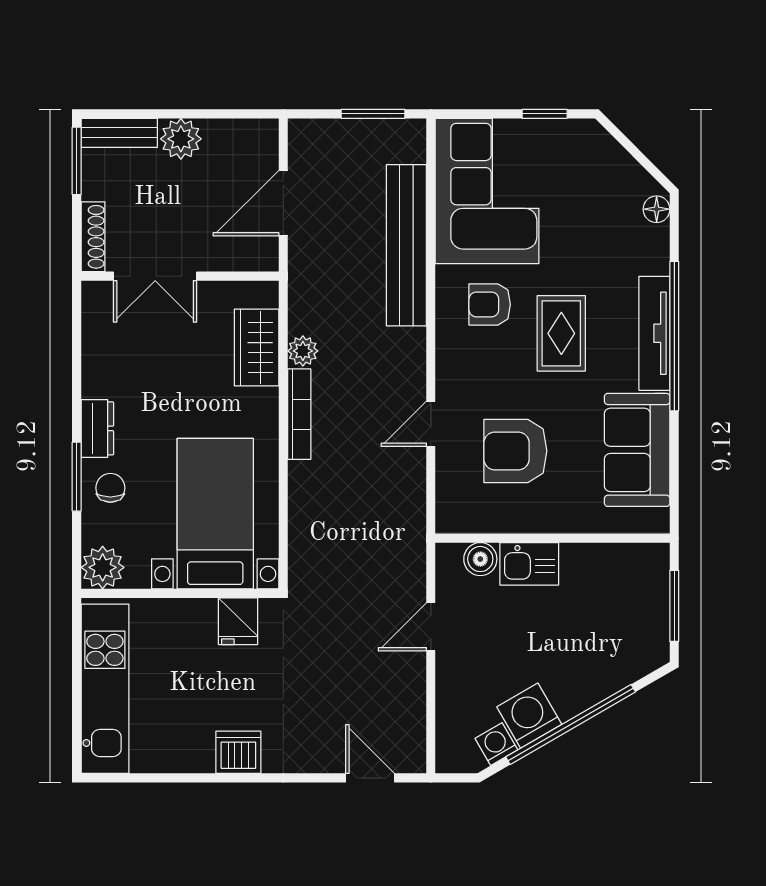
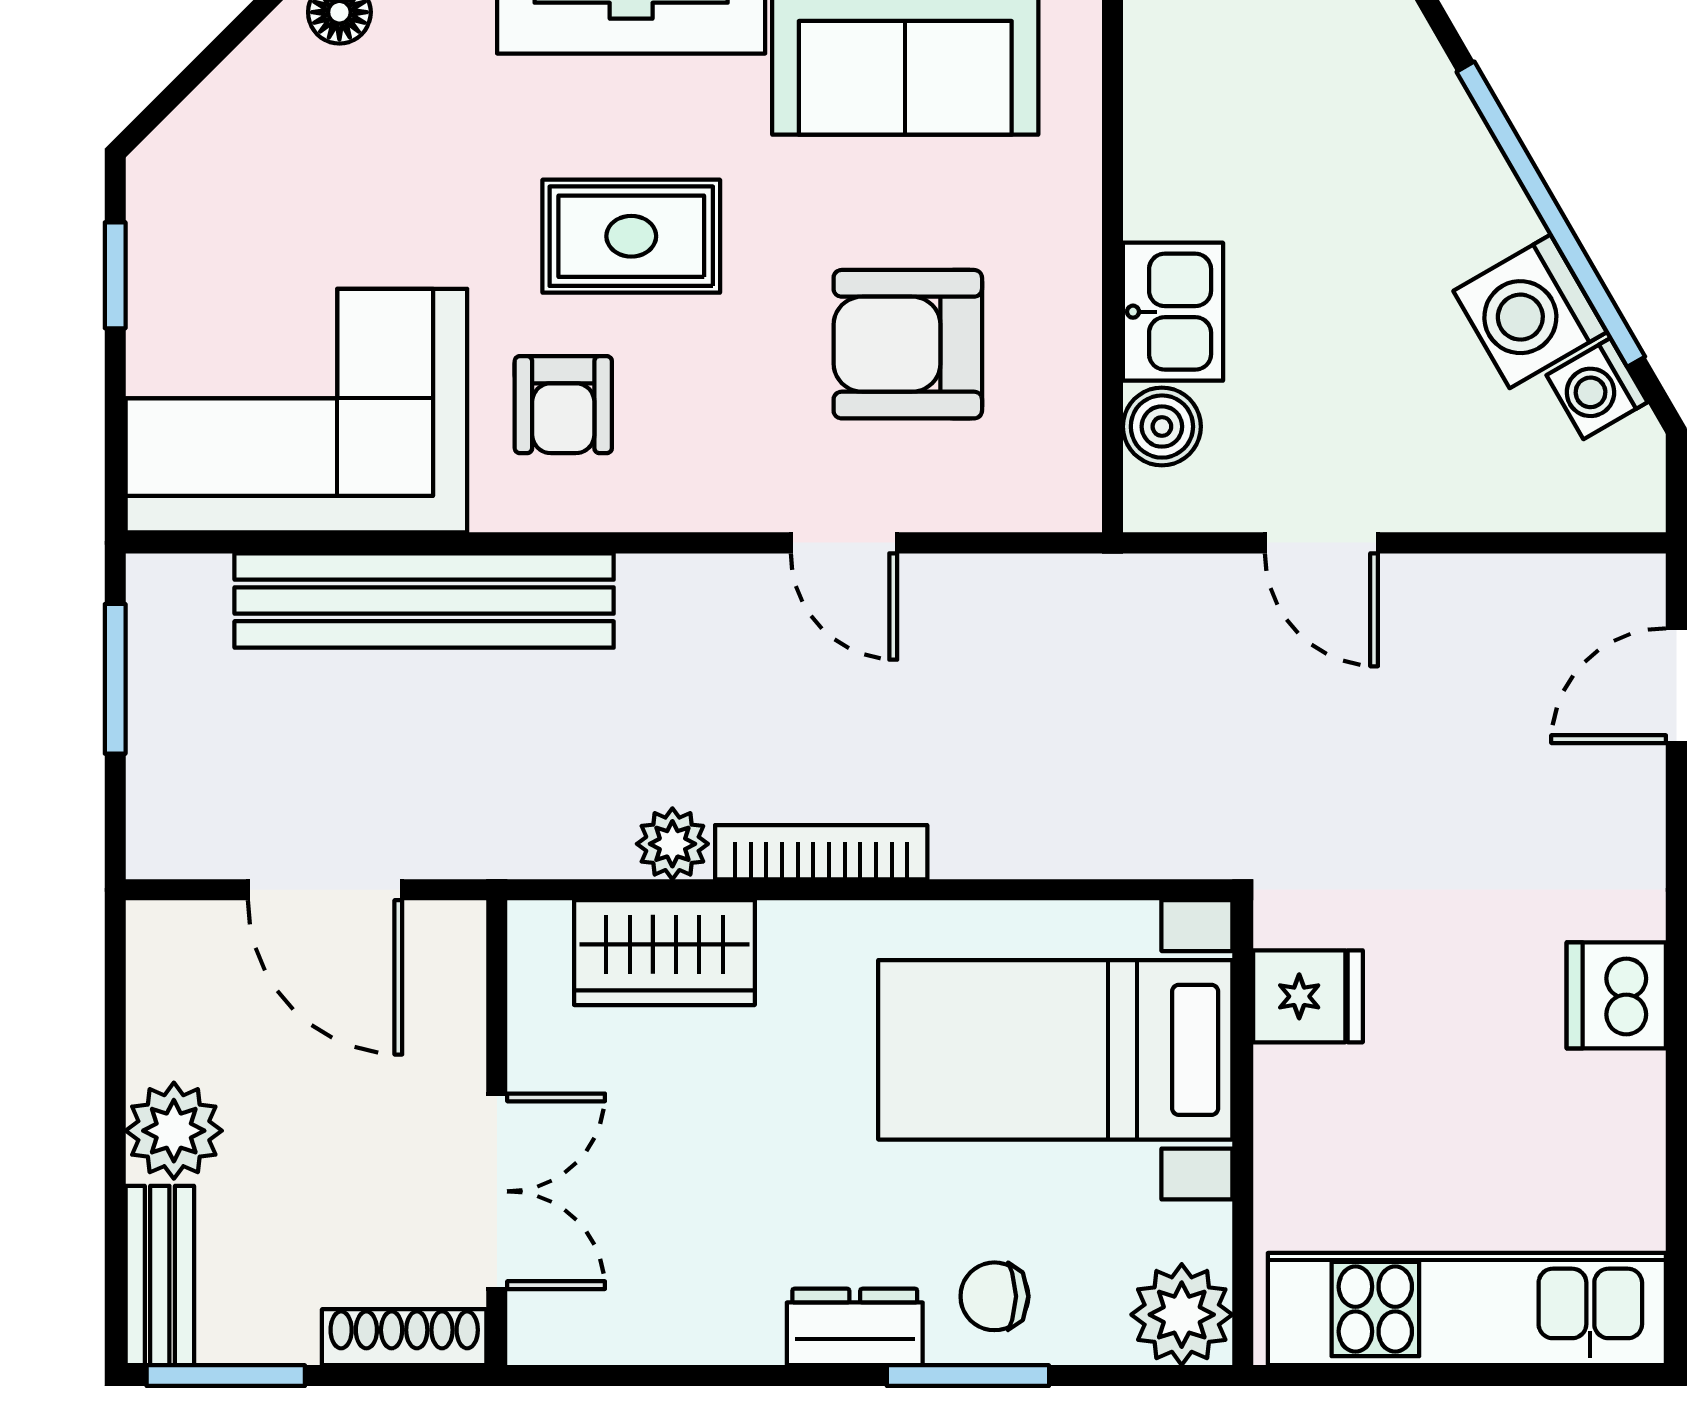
armchair: (515, 451) -> (908, 344), turned 90

